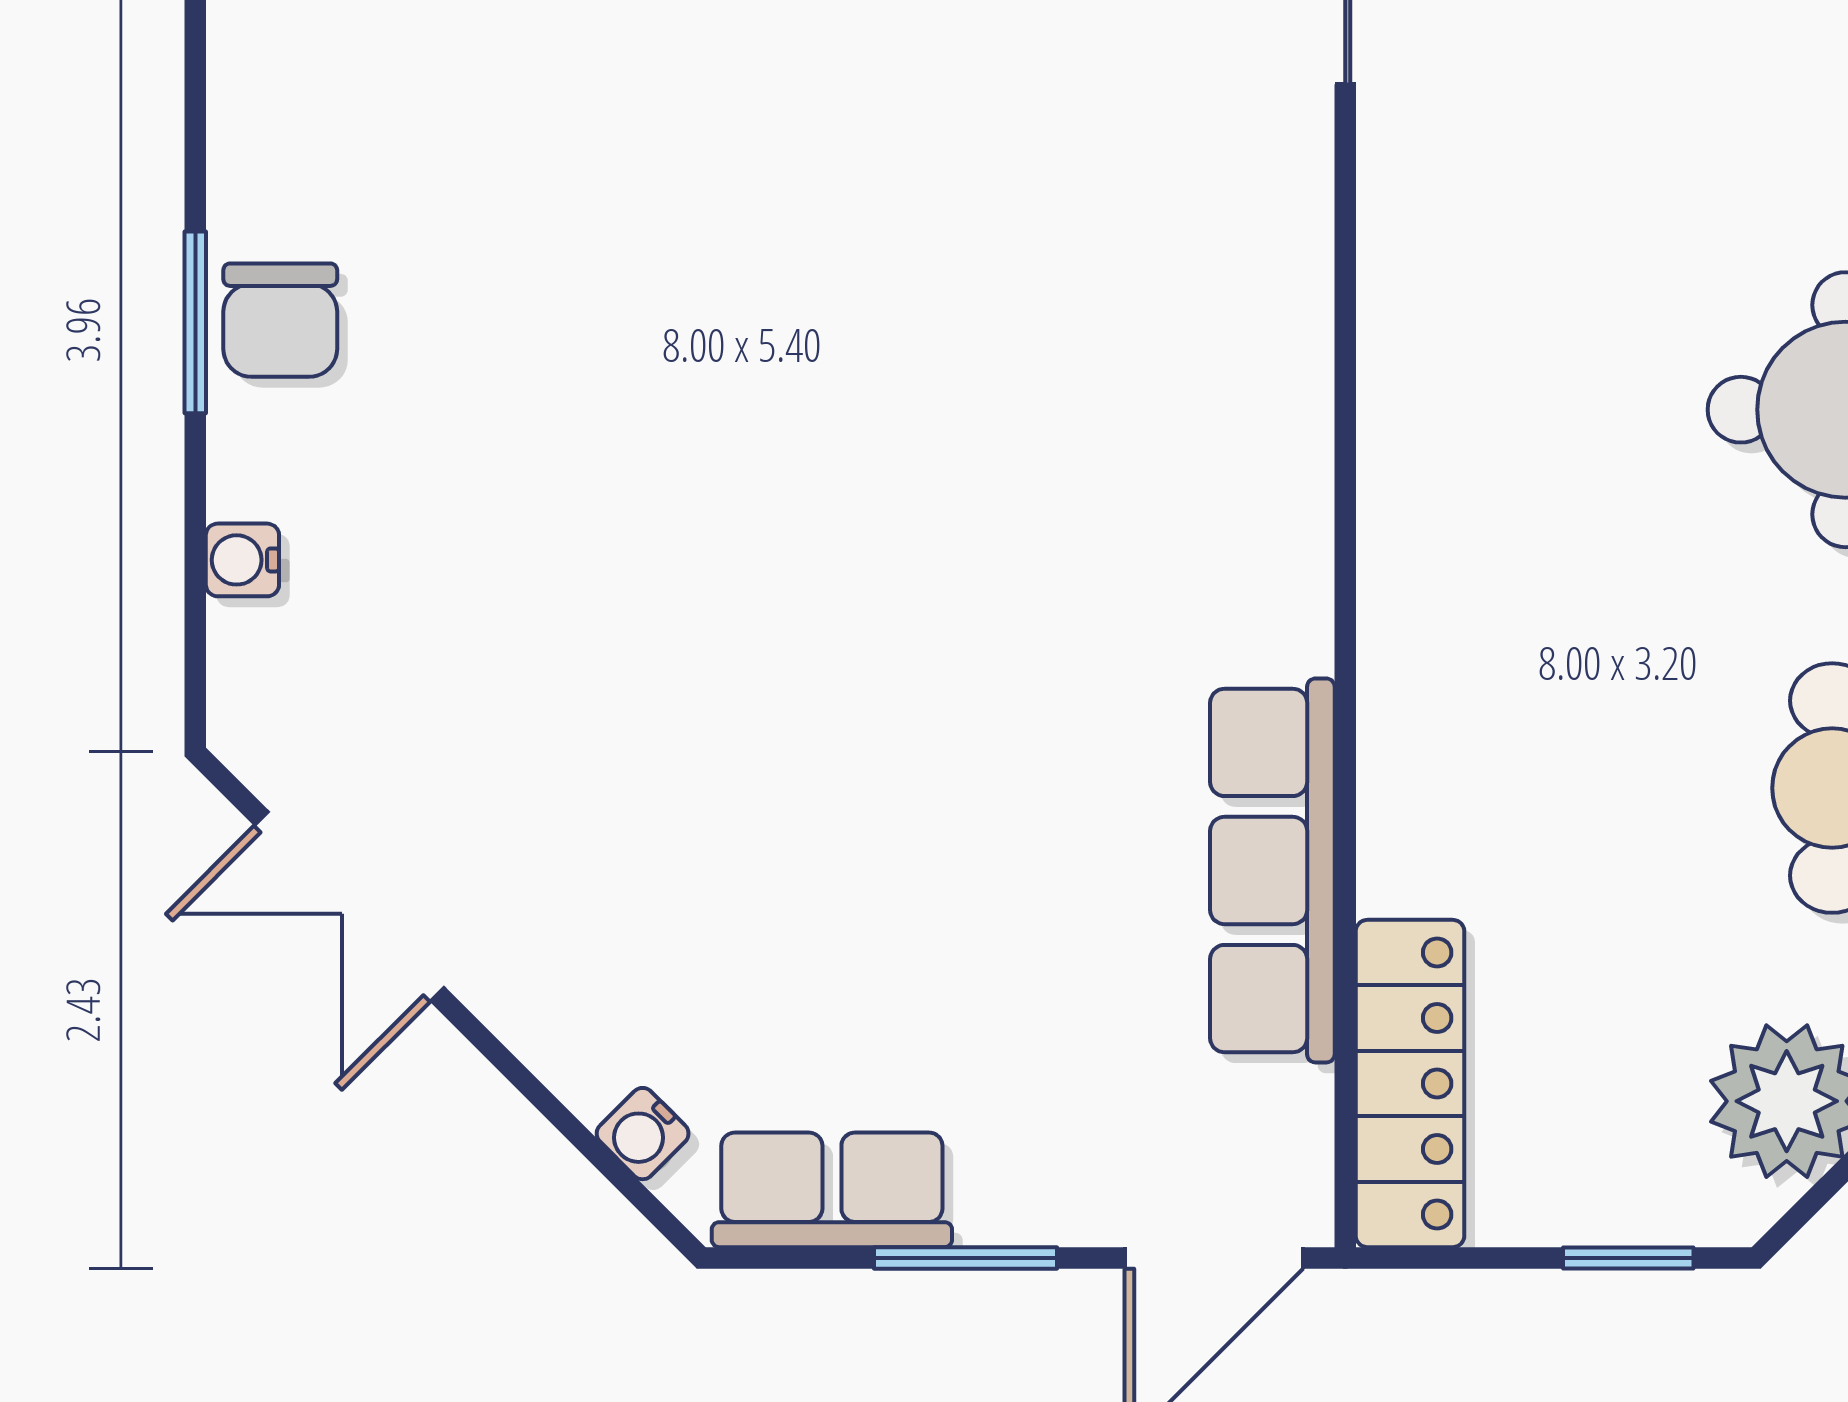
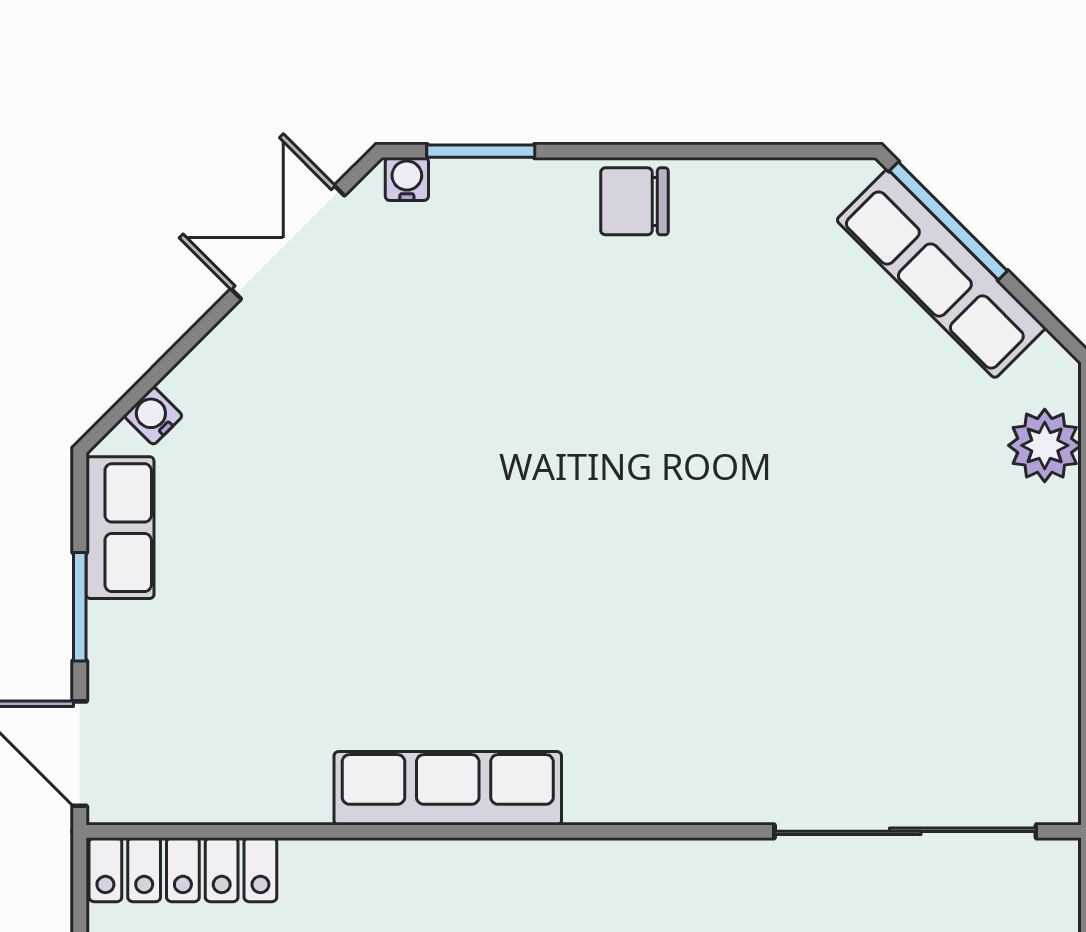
window: (195, 322) -> (481, 151), moved
water cooler: (242, 560) -> (407, 179), moved
row of seats: (1272, 870) -> (448, 788), moved

